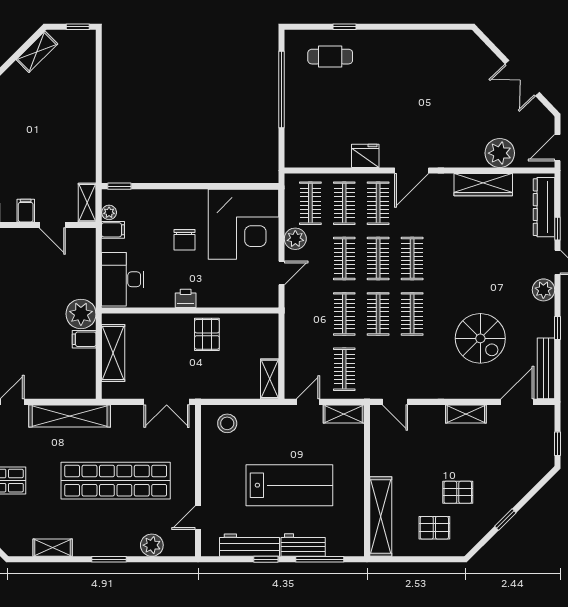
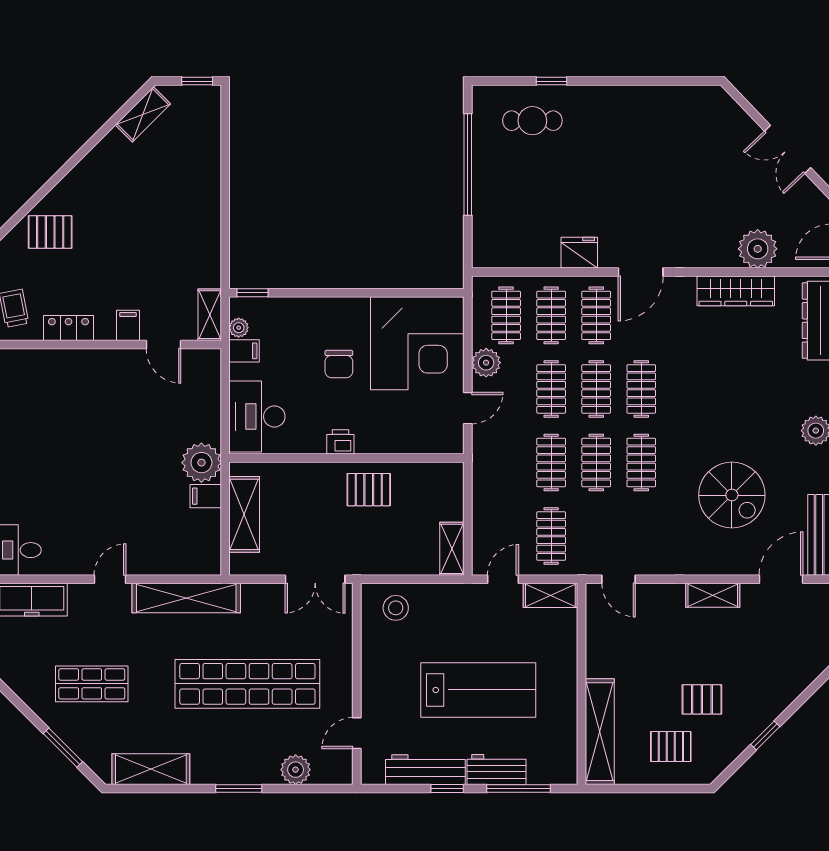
pallet: (207, 334) -> (369, 490), turned 90
shelving: (53, 548) -> (151, 769), width x1.50, depth x1.33

